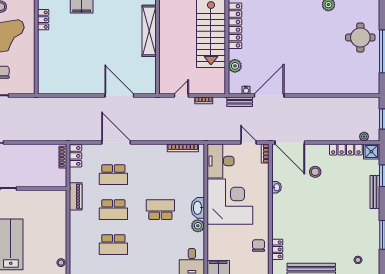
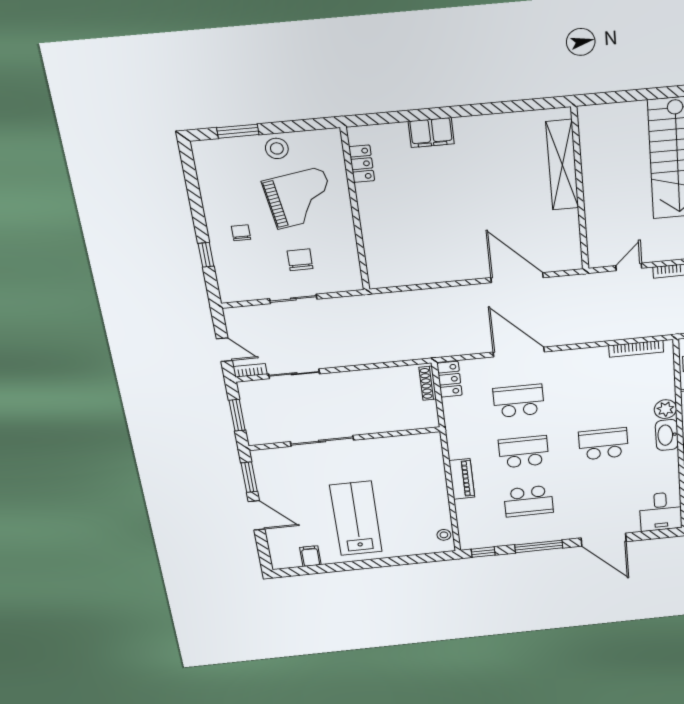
school desk: (113, 175) -> (519, 401), turned 180
piano: (76, 196) -> (462, 479), moved
school desk: (113, 210) -> (524, 452), turned 180
plant: (198, 226) -> (665, 409), moved

